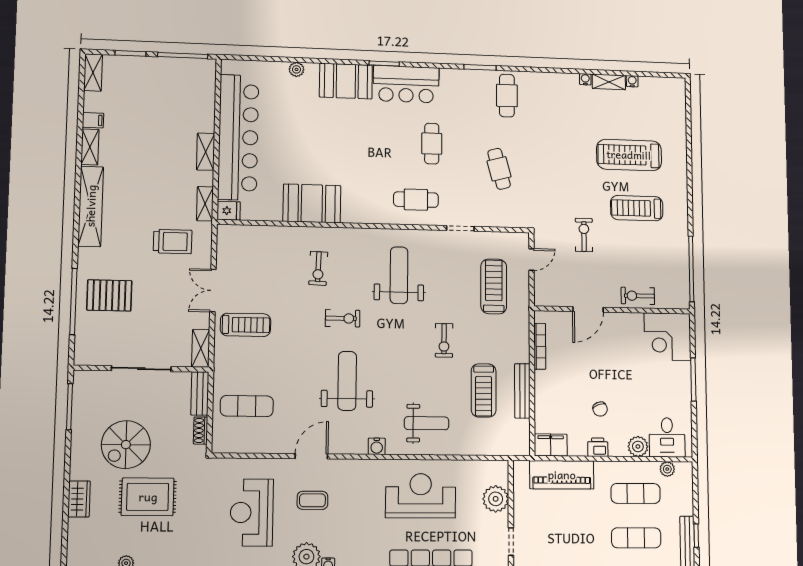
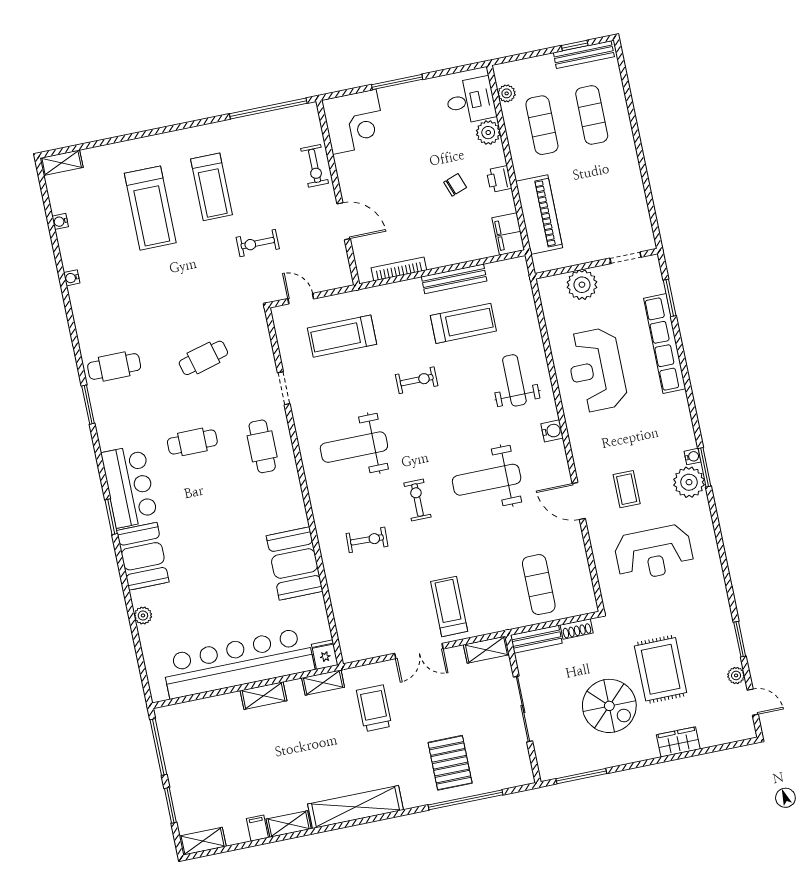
shelving: (609, 82) -> (62, 163), moved, turned 90

